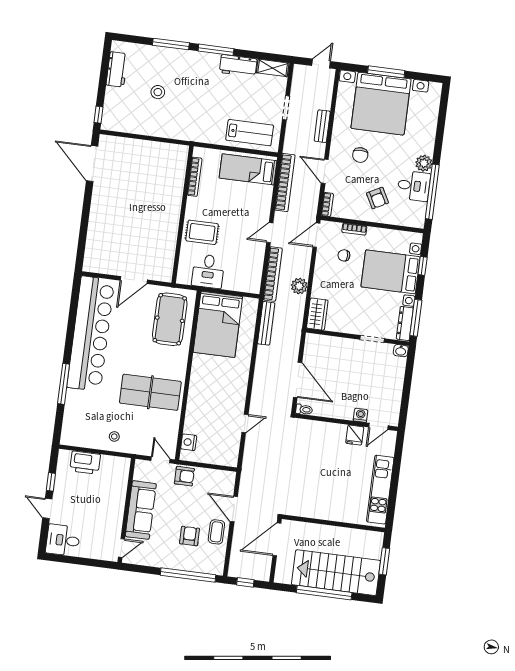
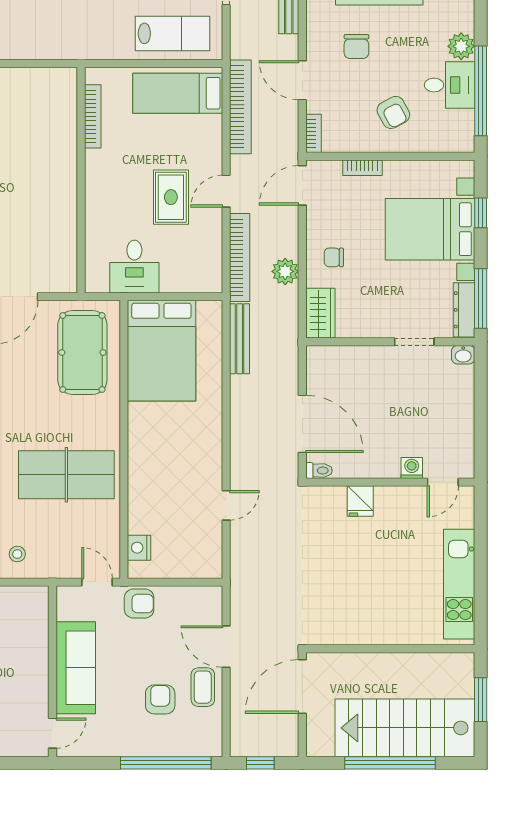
rug: (202, 232) -> (171, 197), moved, turned 90
chair: (344, 255) -> (334, 257), moved
fridge: (355, 435) -> (360, 501), moved

